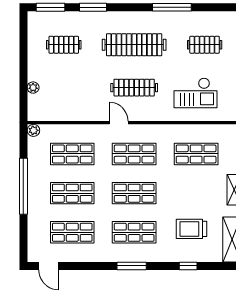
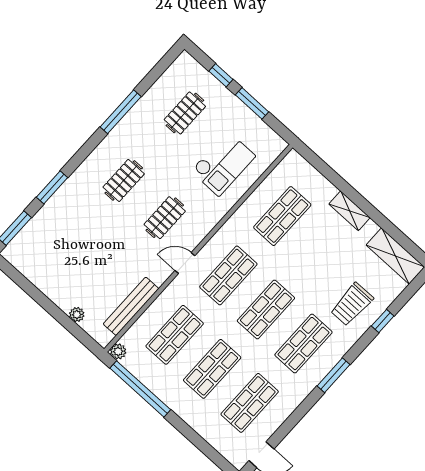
clothes rail: (64, 45) -> (62, 248), removed
clothes rail: (134, 45) -> (124, 180), width x0.54, depth x0.76
clothes rail: (134, 88) -> (165, 218), width x0.73
bench: (66, 114) -> (131, 306), added
window: (23, 186) -> (140, 389), moved
trolley: (191, 229) -> (352, 304), moved

